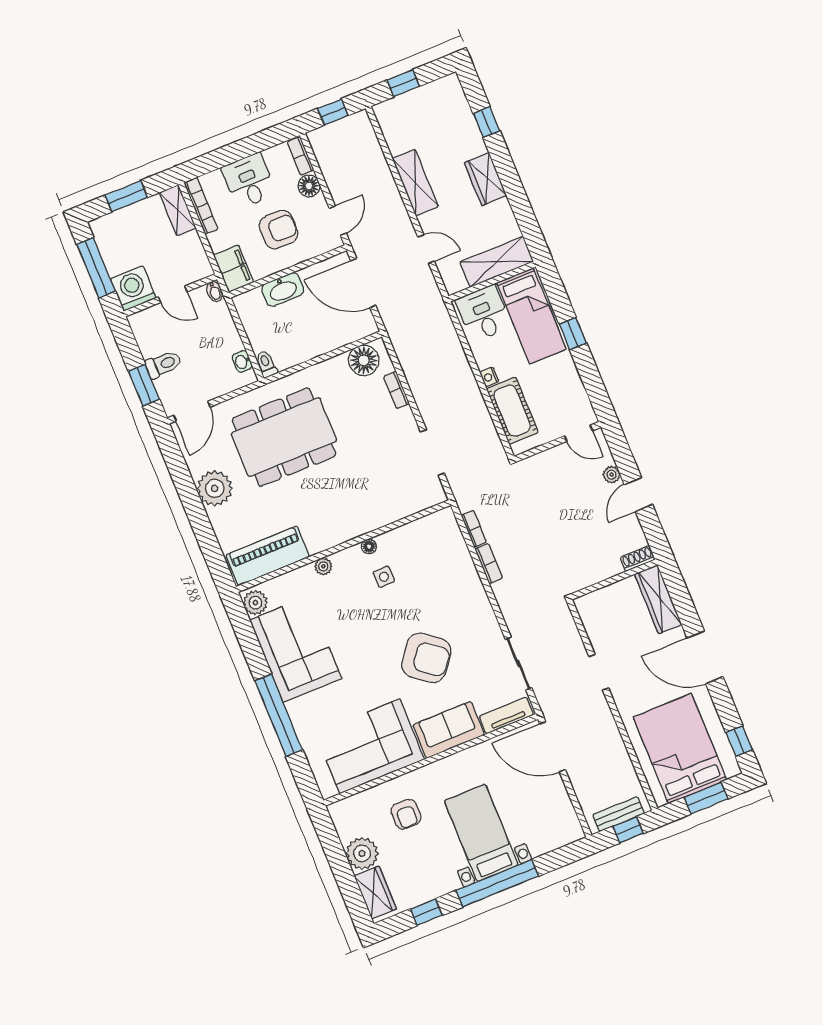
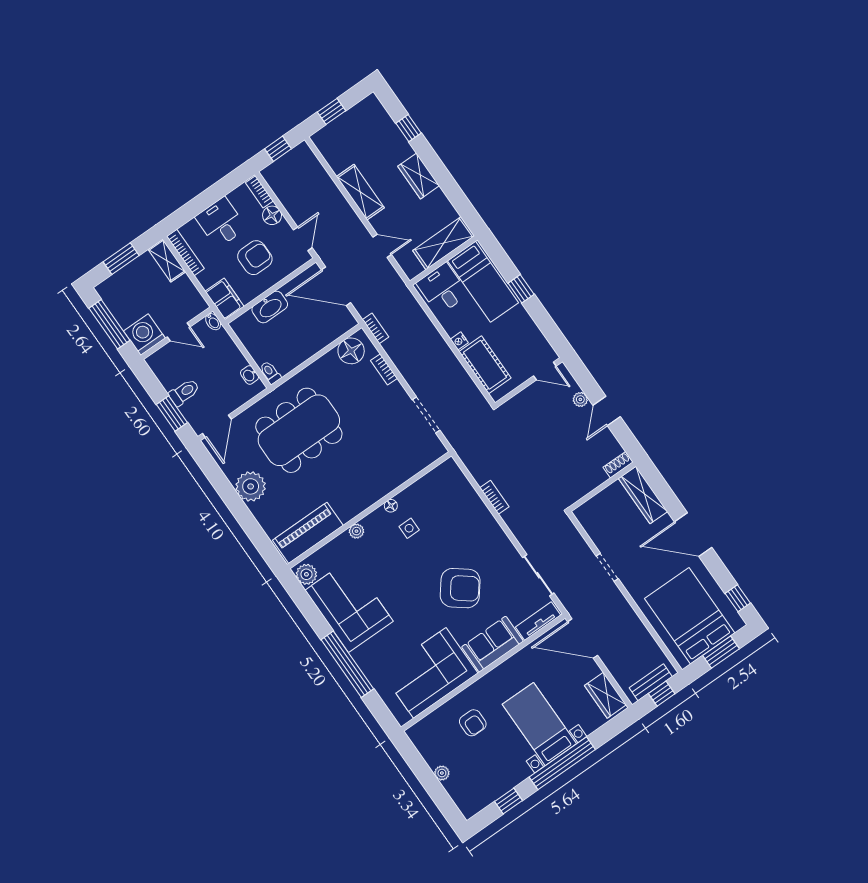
bookcase: (474, 529) -> (375, 328), moved
plant: (362, 853) -> (442, 773), width x0.53, depth x0.53
wardrobe: (375, 893) -> (605, 695), moved, turned 180

